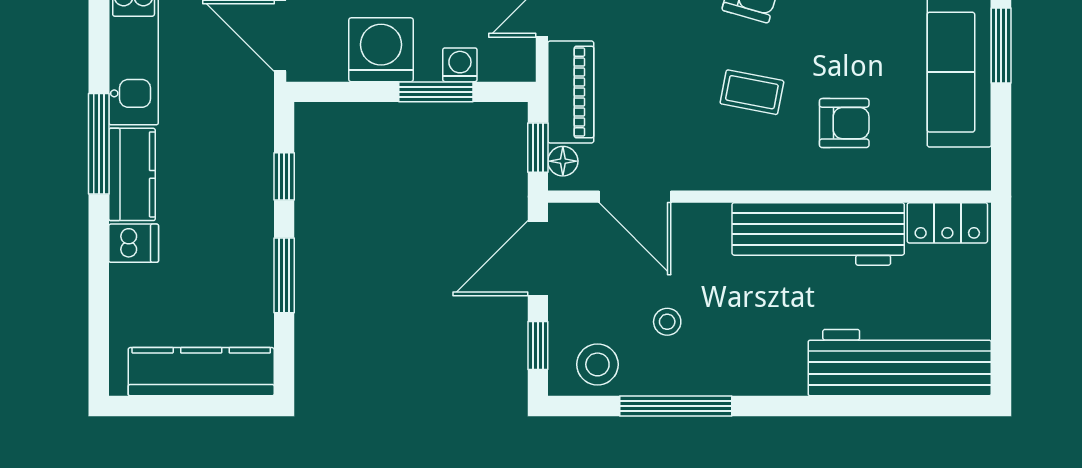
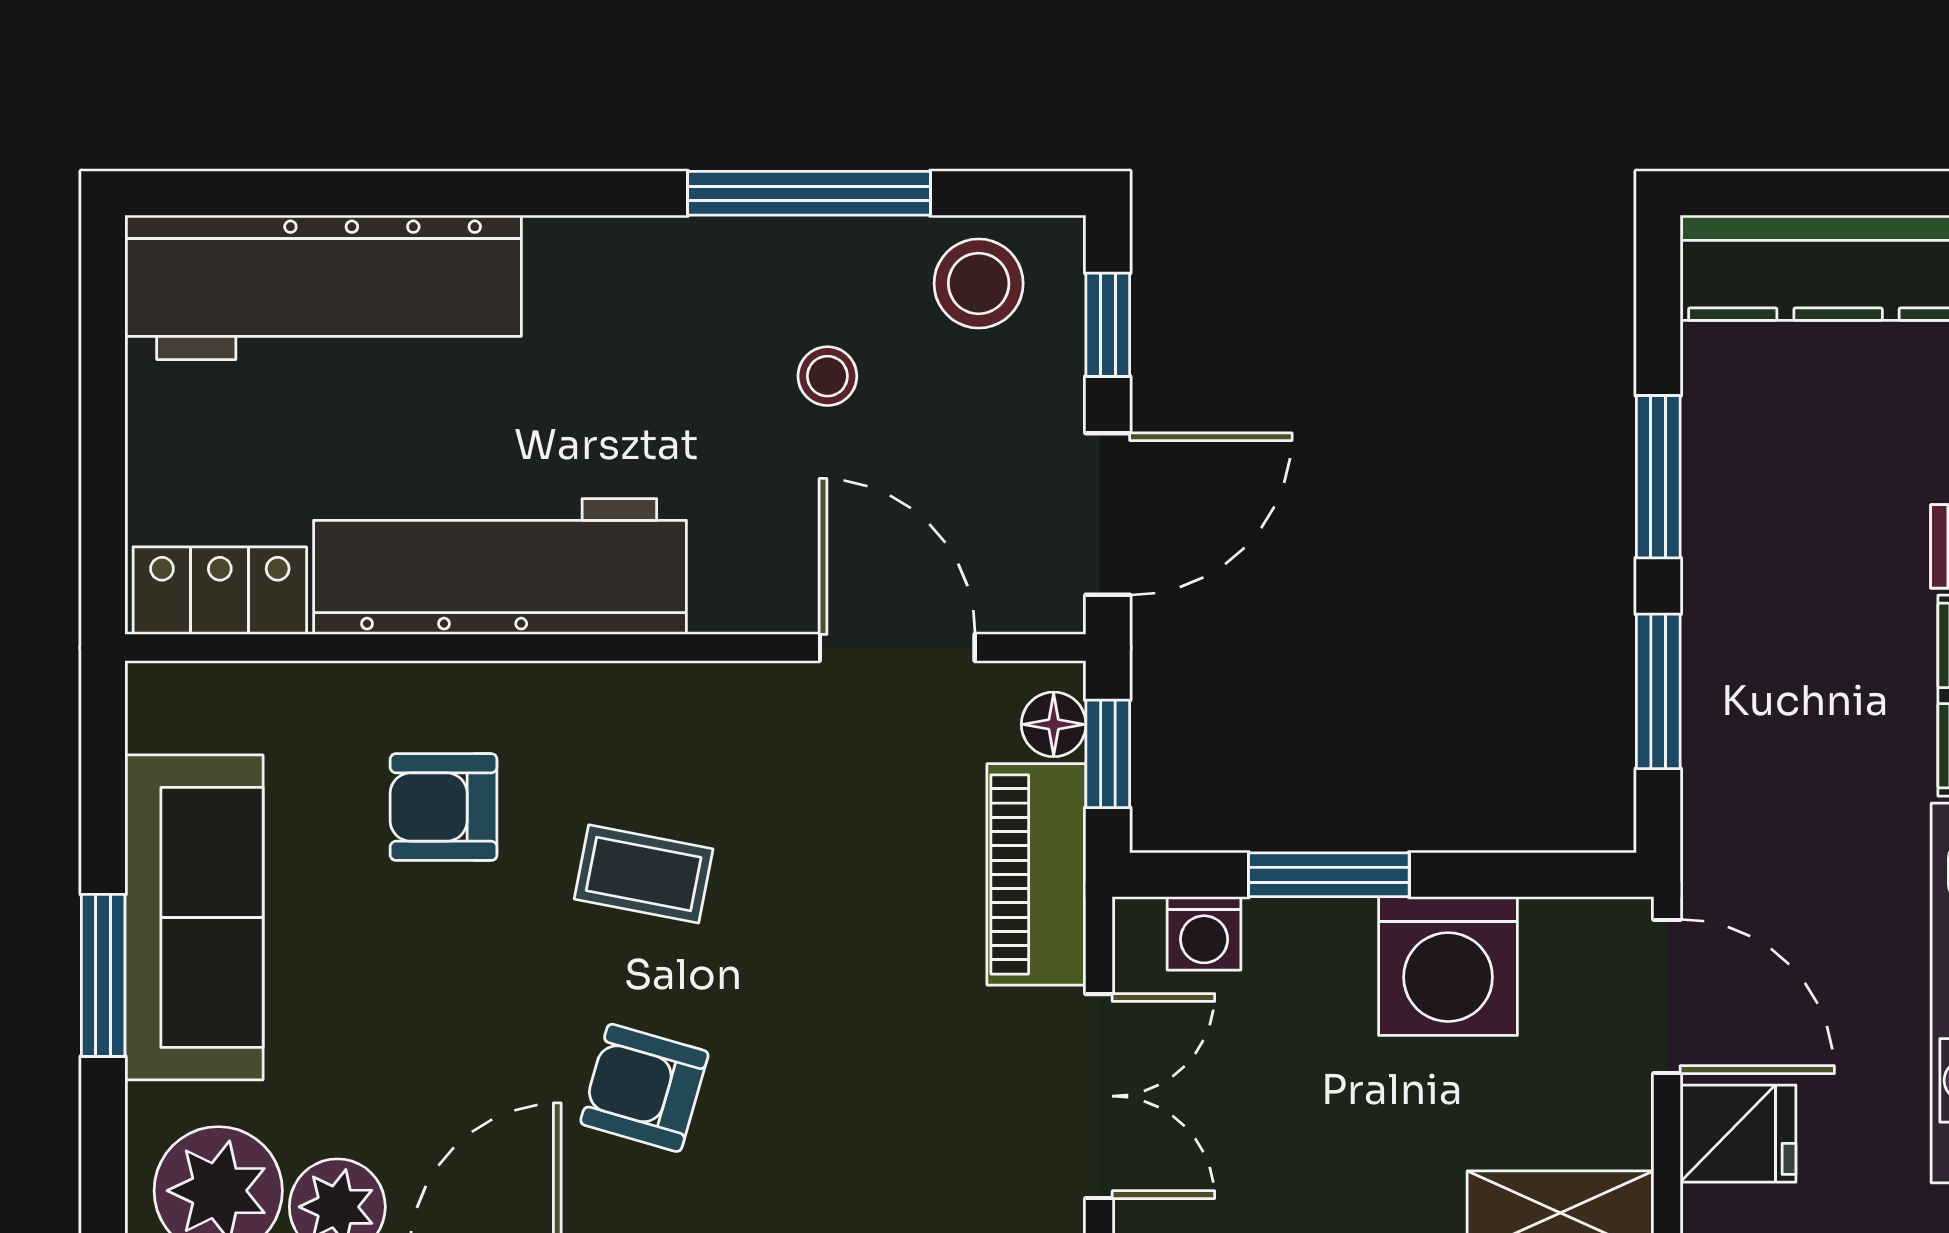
washing machine: (460, 65) -> (1204, 933), moved
window: (284, 176) -> (1658, 691), width x1.50

